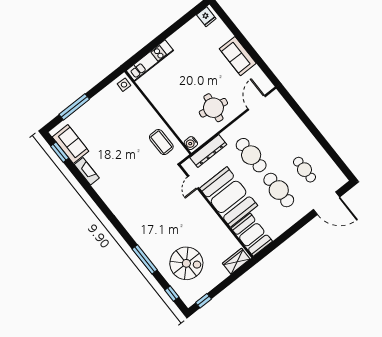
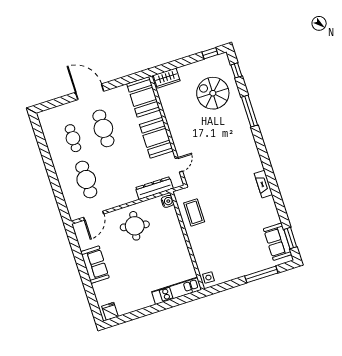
cafe table: (251, 155) -> (86, 179), moved
fireplace: (87, 171) -> (263, 184), moved
booth: (229, 197) -> (156, 138), width x0.73, depth x0.70
door: (327, 203) -> (90, 92), moved

